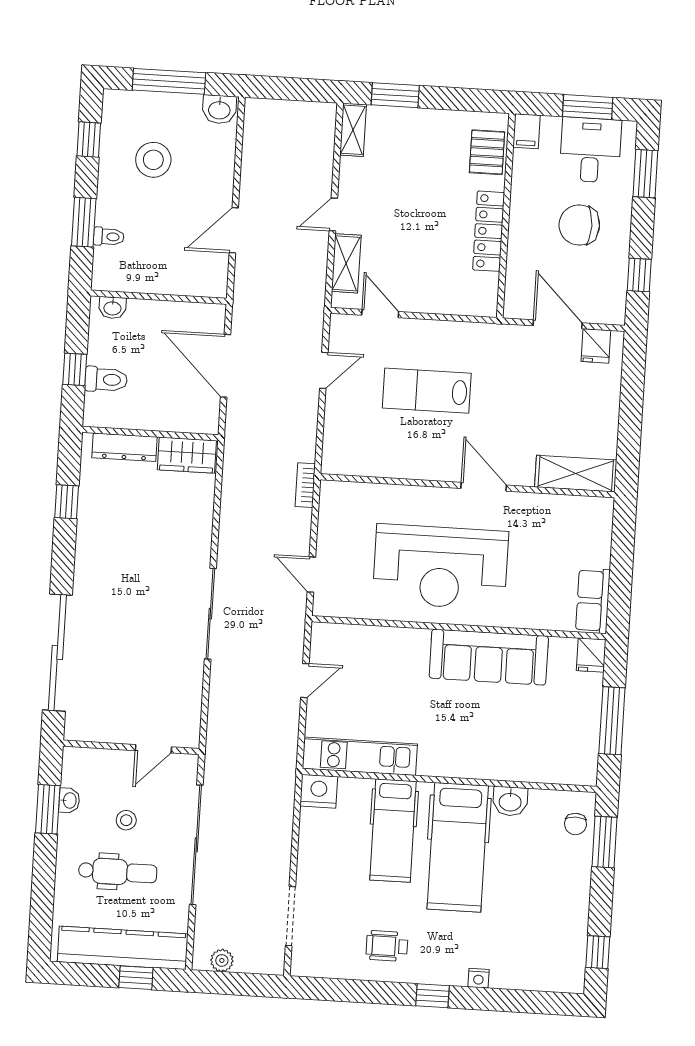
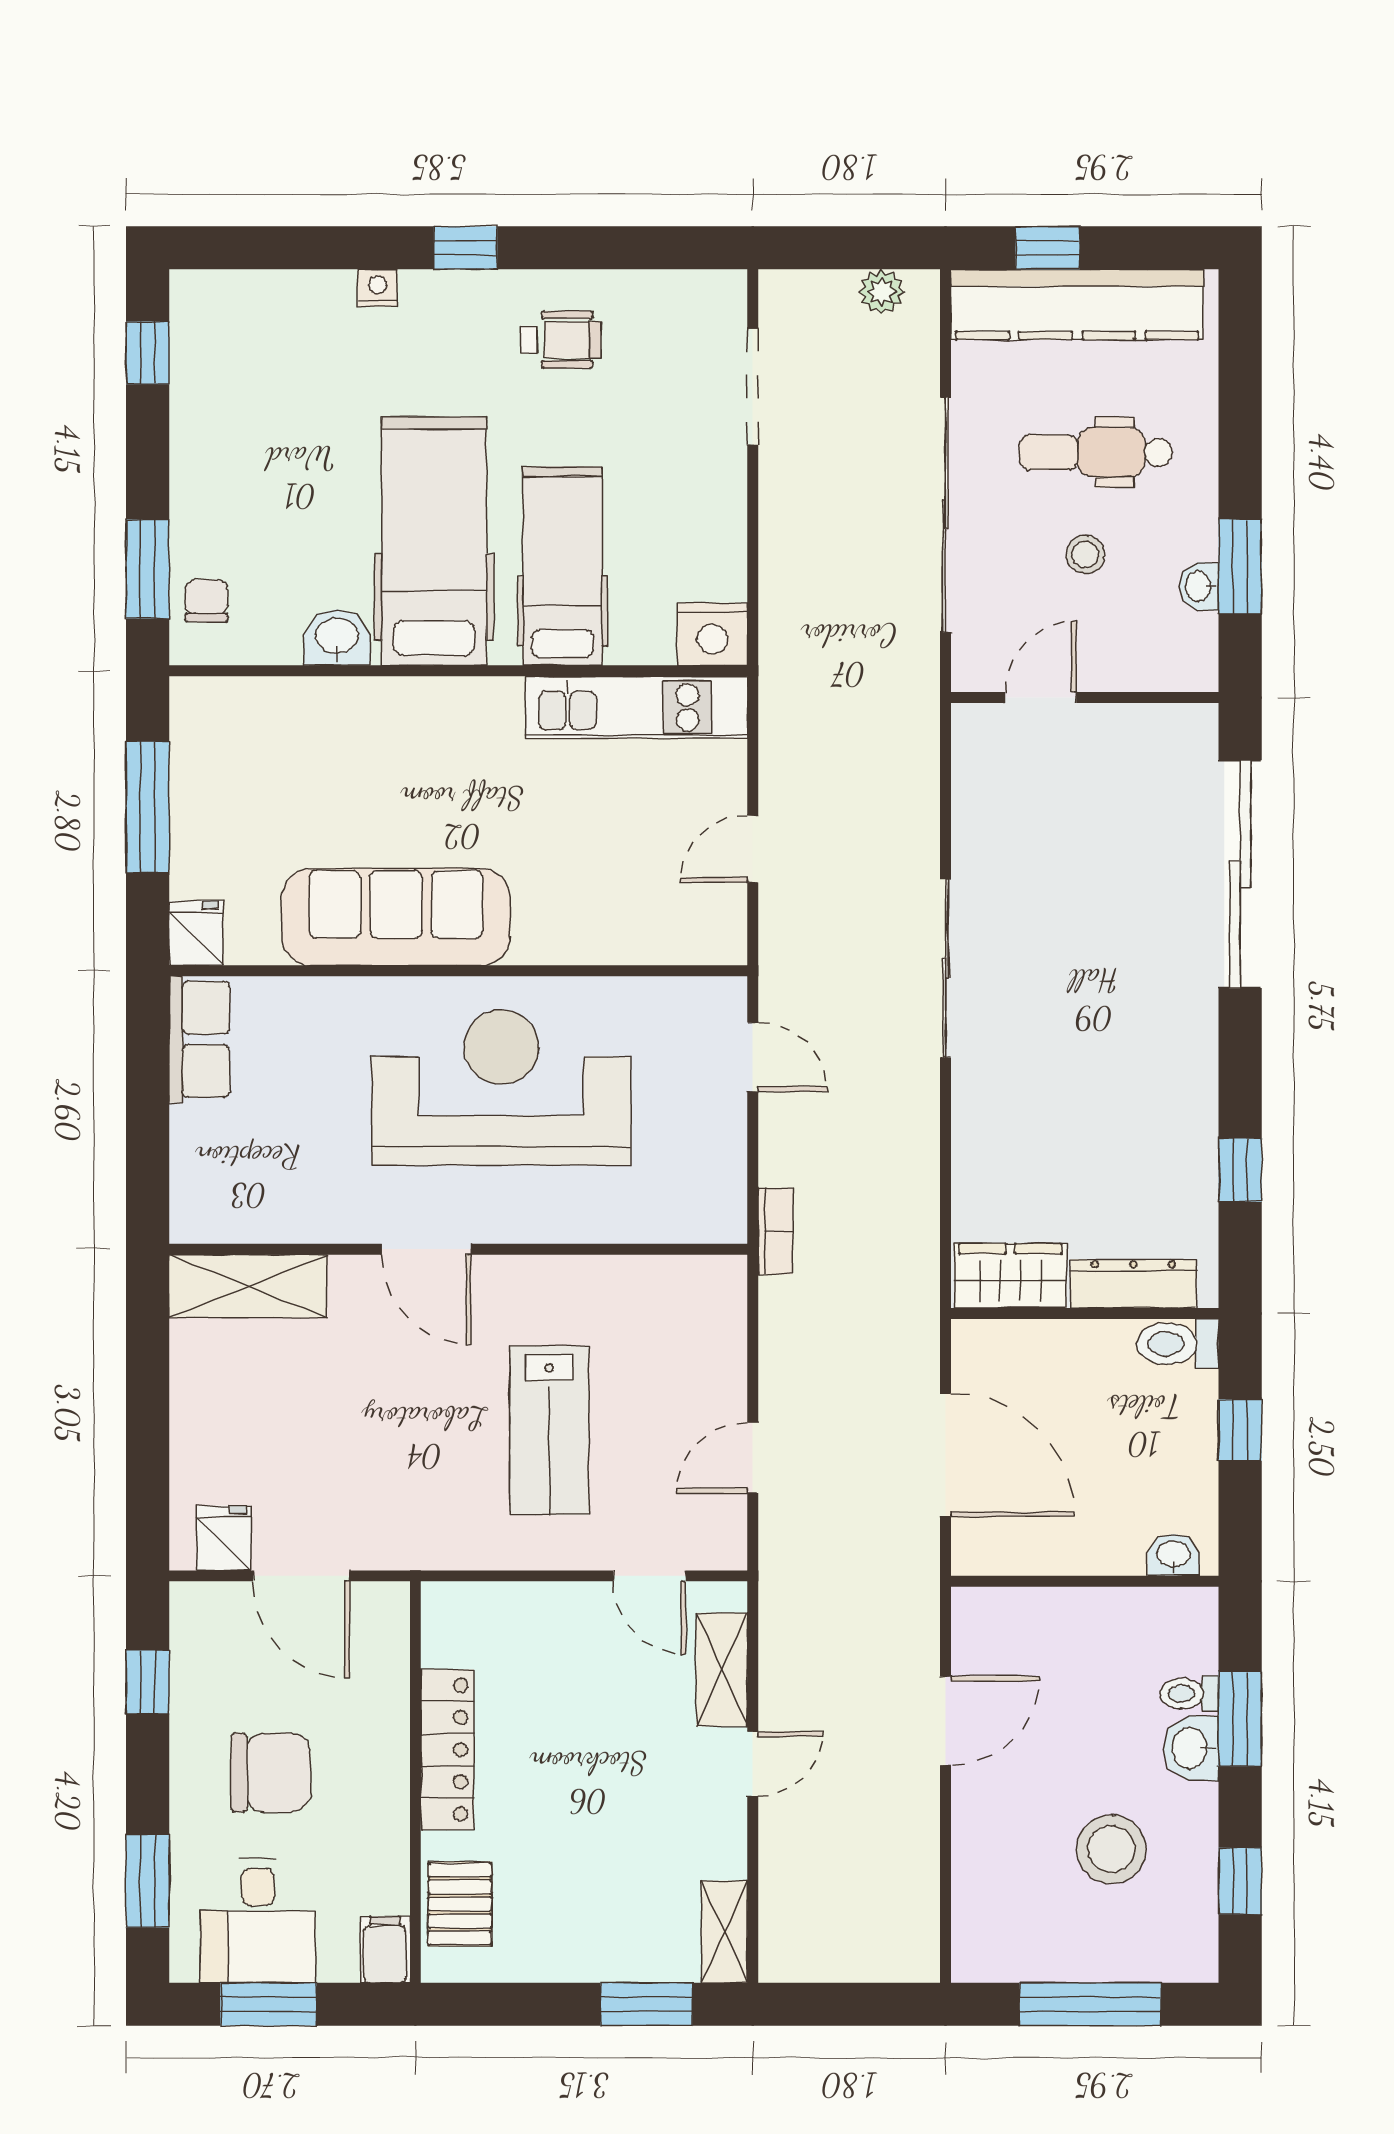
washbasin: (219, 109) -> (1191, 1748), moved, turned -90
toilet: (106, 380) -> (1178, 1344), moved
lab bench: (427, 391) -> (549, 1431), turned 90

